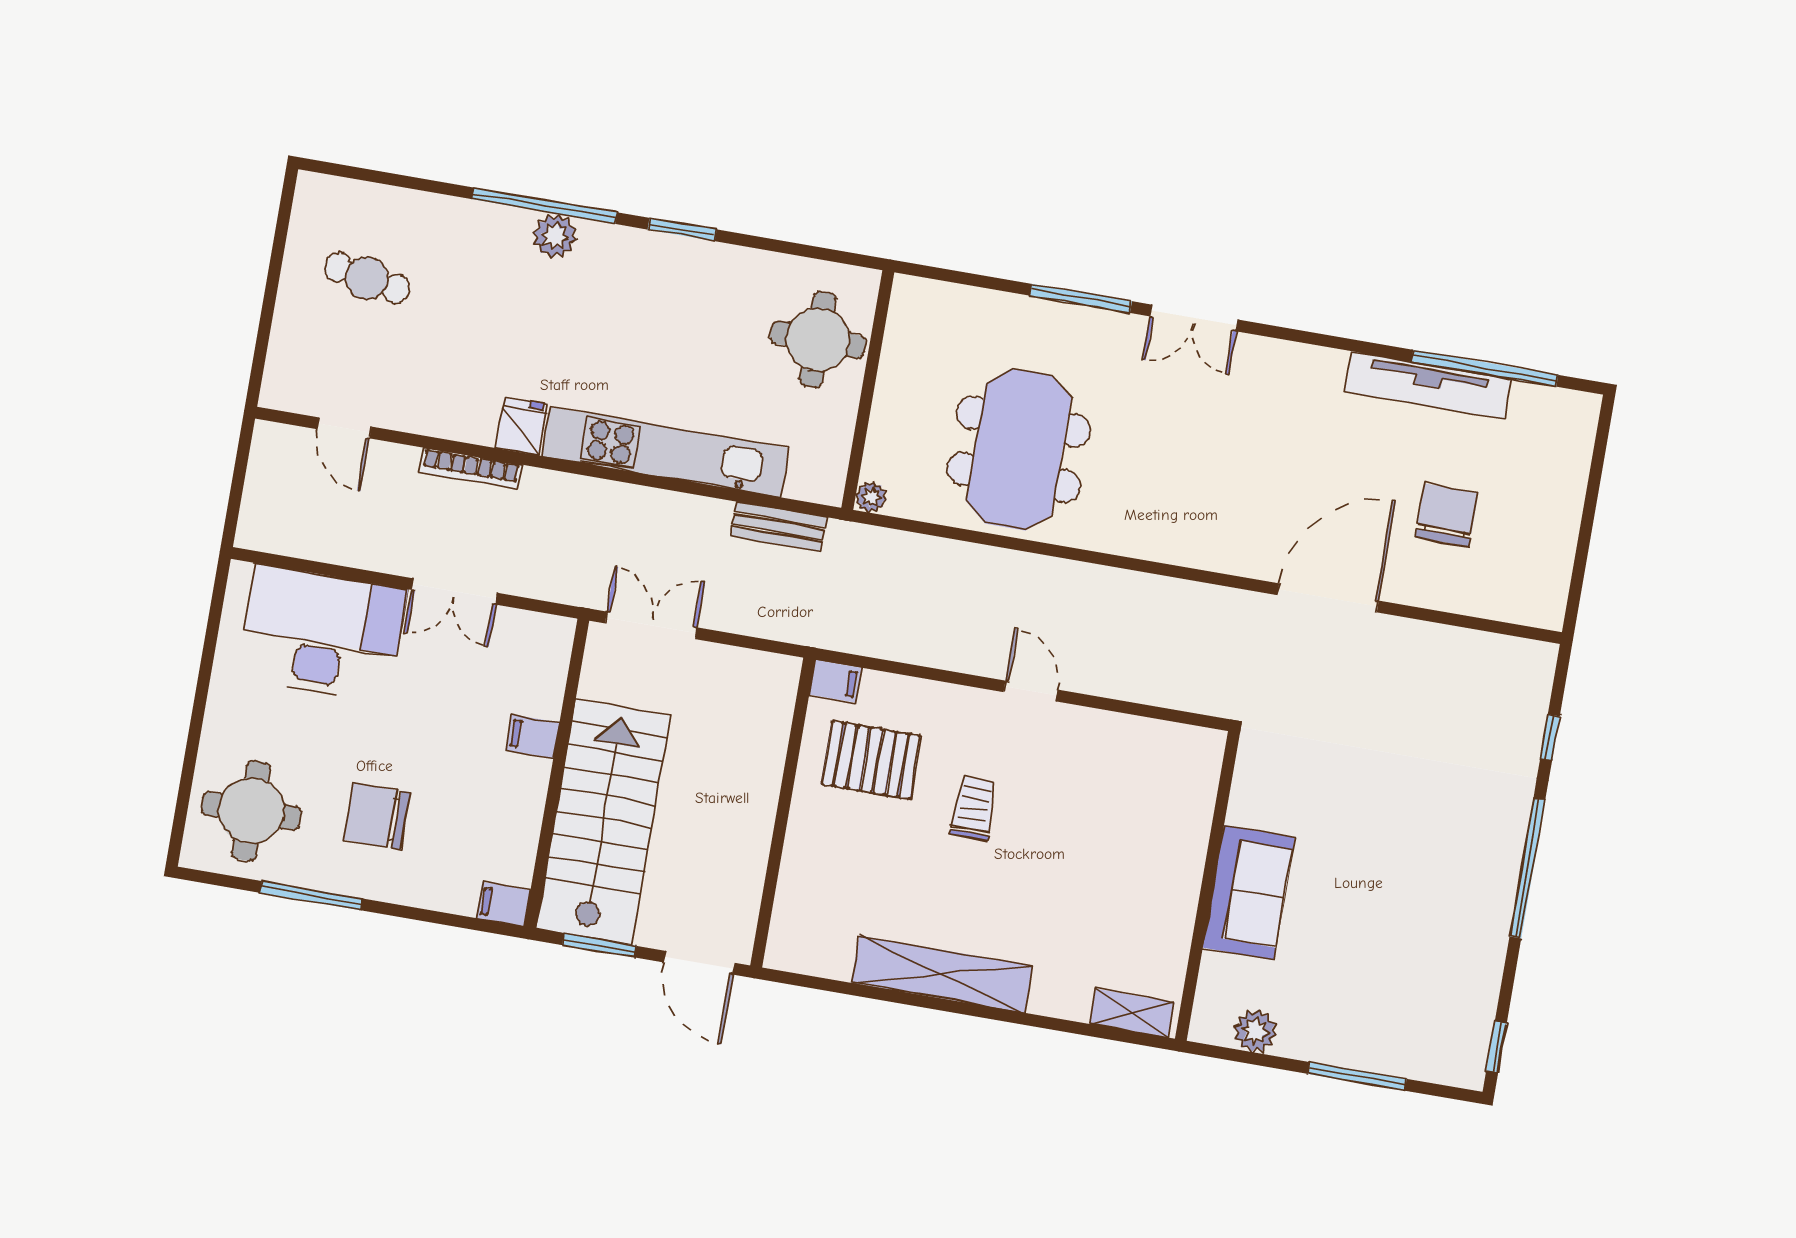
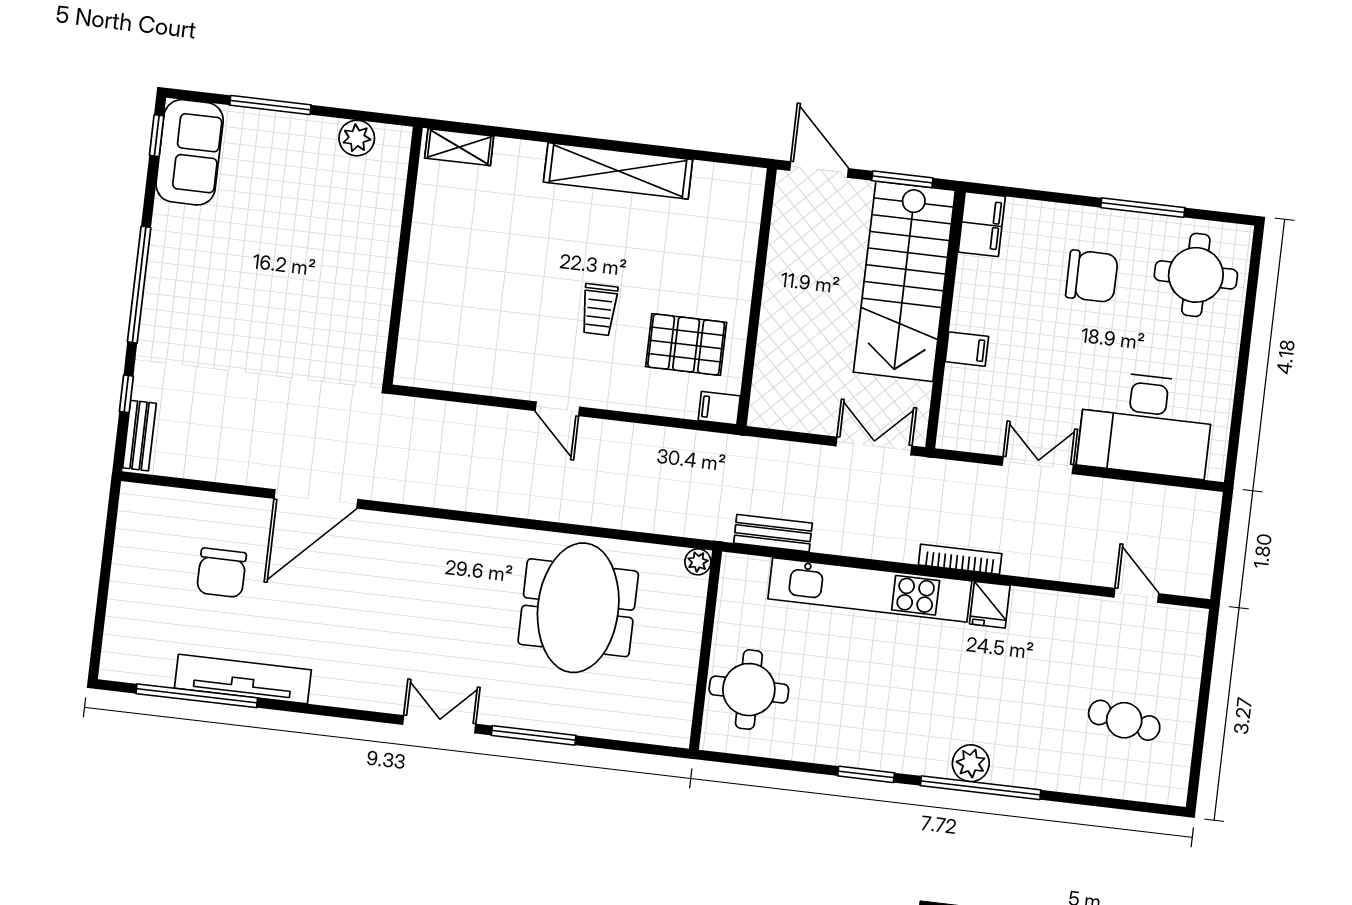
bookcase: (471, 469) -> (960, 559), moved
double door: (651, 625) -> (874, 446), swing flipped
bench: (1537, 686) -> (139, 436), added
sofa: (1249, 893) -> (190, 152), moved, turned 180
filing cabinet: (503, 904) -> (982, 224), width x2.00

